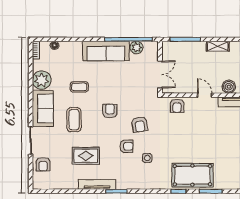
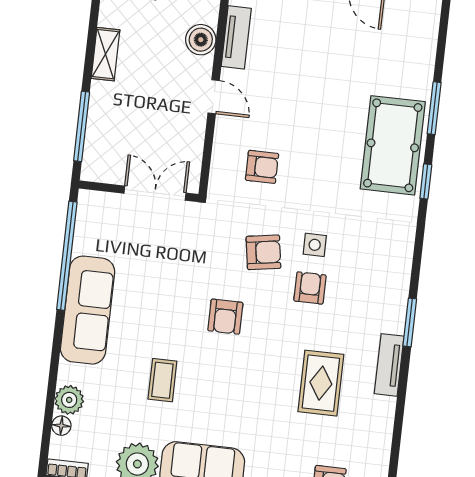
plant: (136, 47) -> (69, 400), moved
door: (205, 95) -> (214, 97), swing flipped
armchair: (177, 106) -> (262, 167), moved
armchair: (110, 111) -> (225, 317), turned -90
coffee table: (74, 120) -> (236, 401), removed
side table: (147, 158) -> (315, 245), moved
tv unit: (97, 184) -> (389, 365), width x0.71

